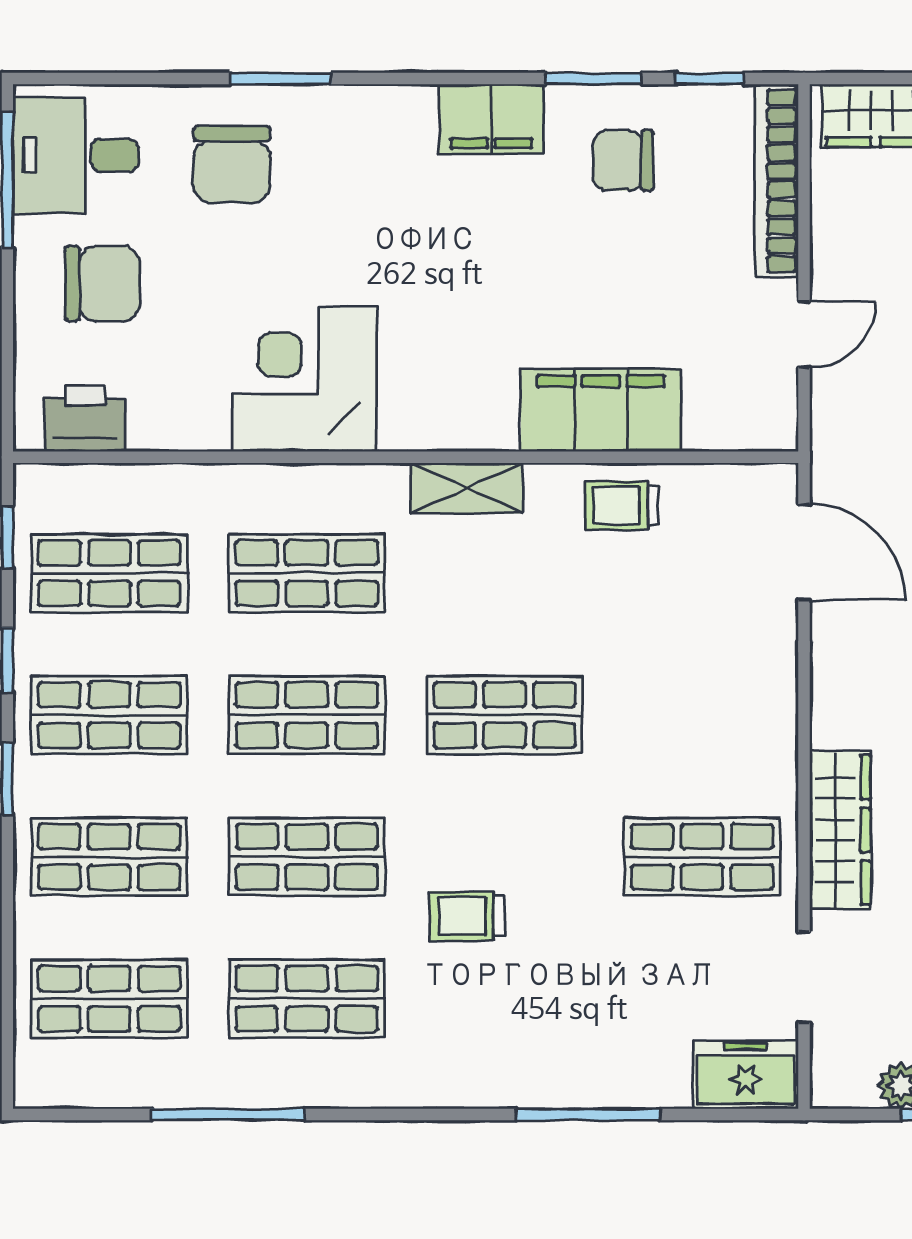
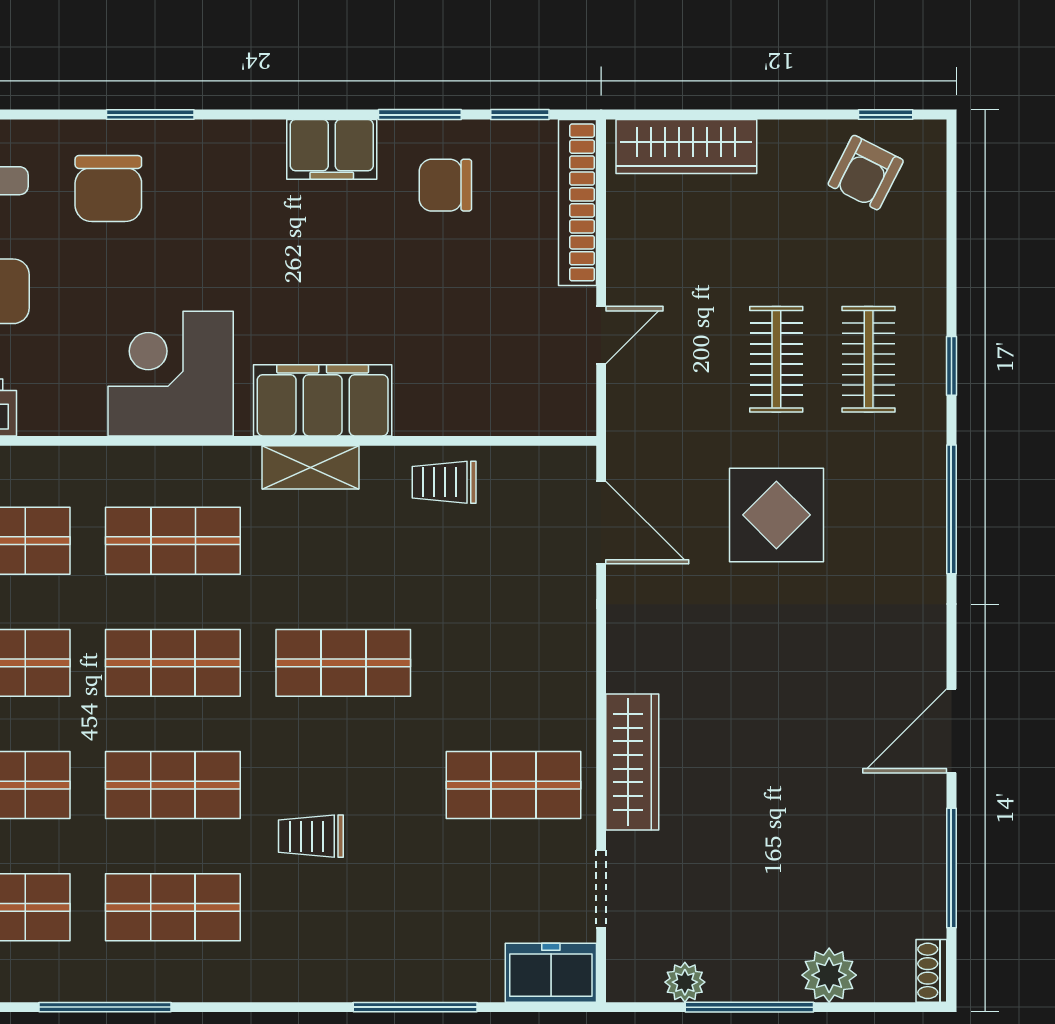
filing cabinet: (601, 410) -> (323, 400), moved

